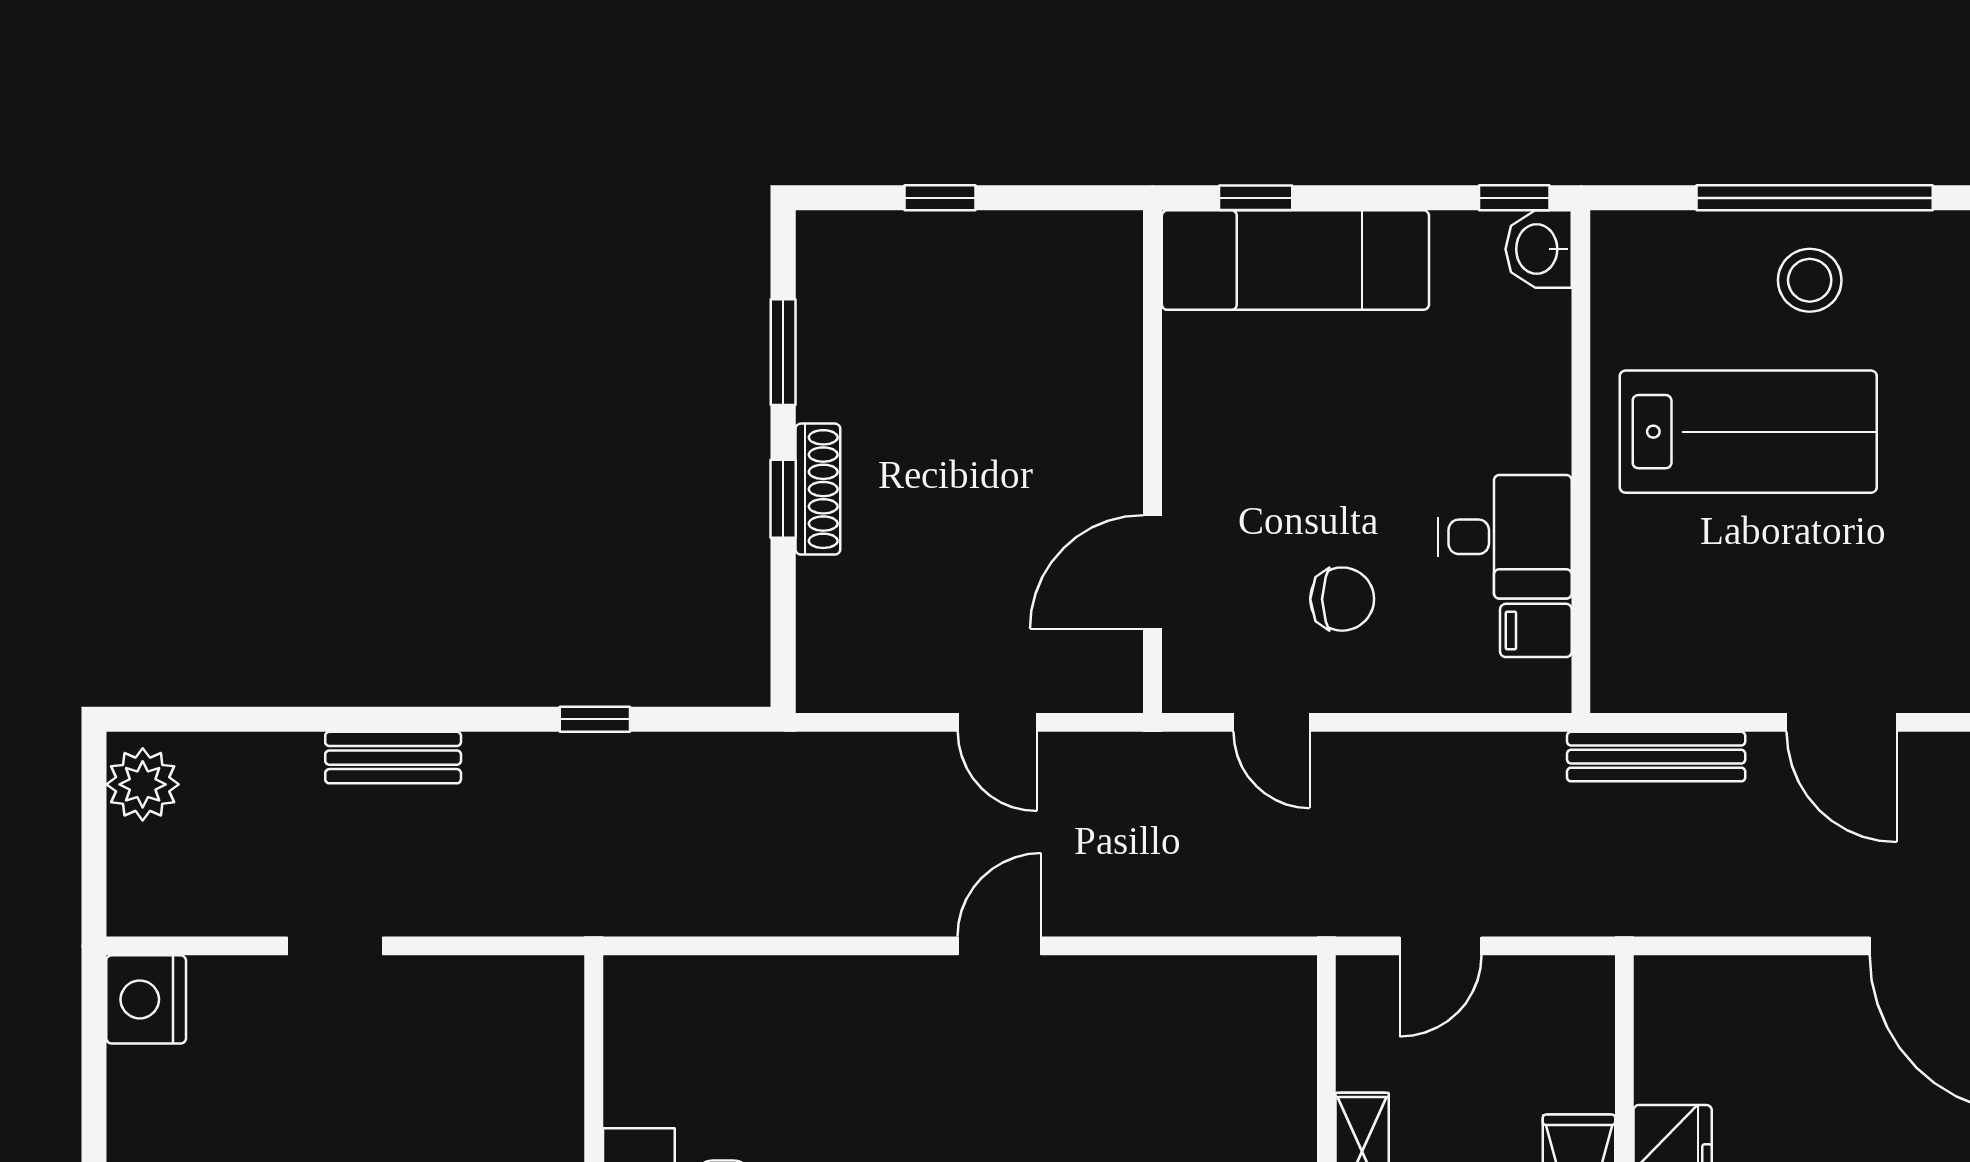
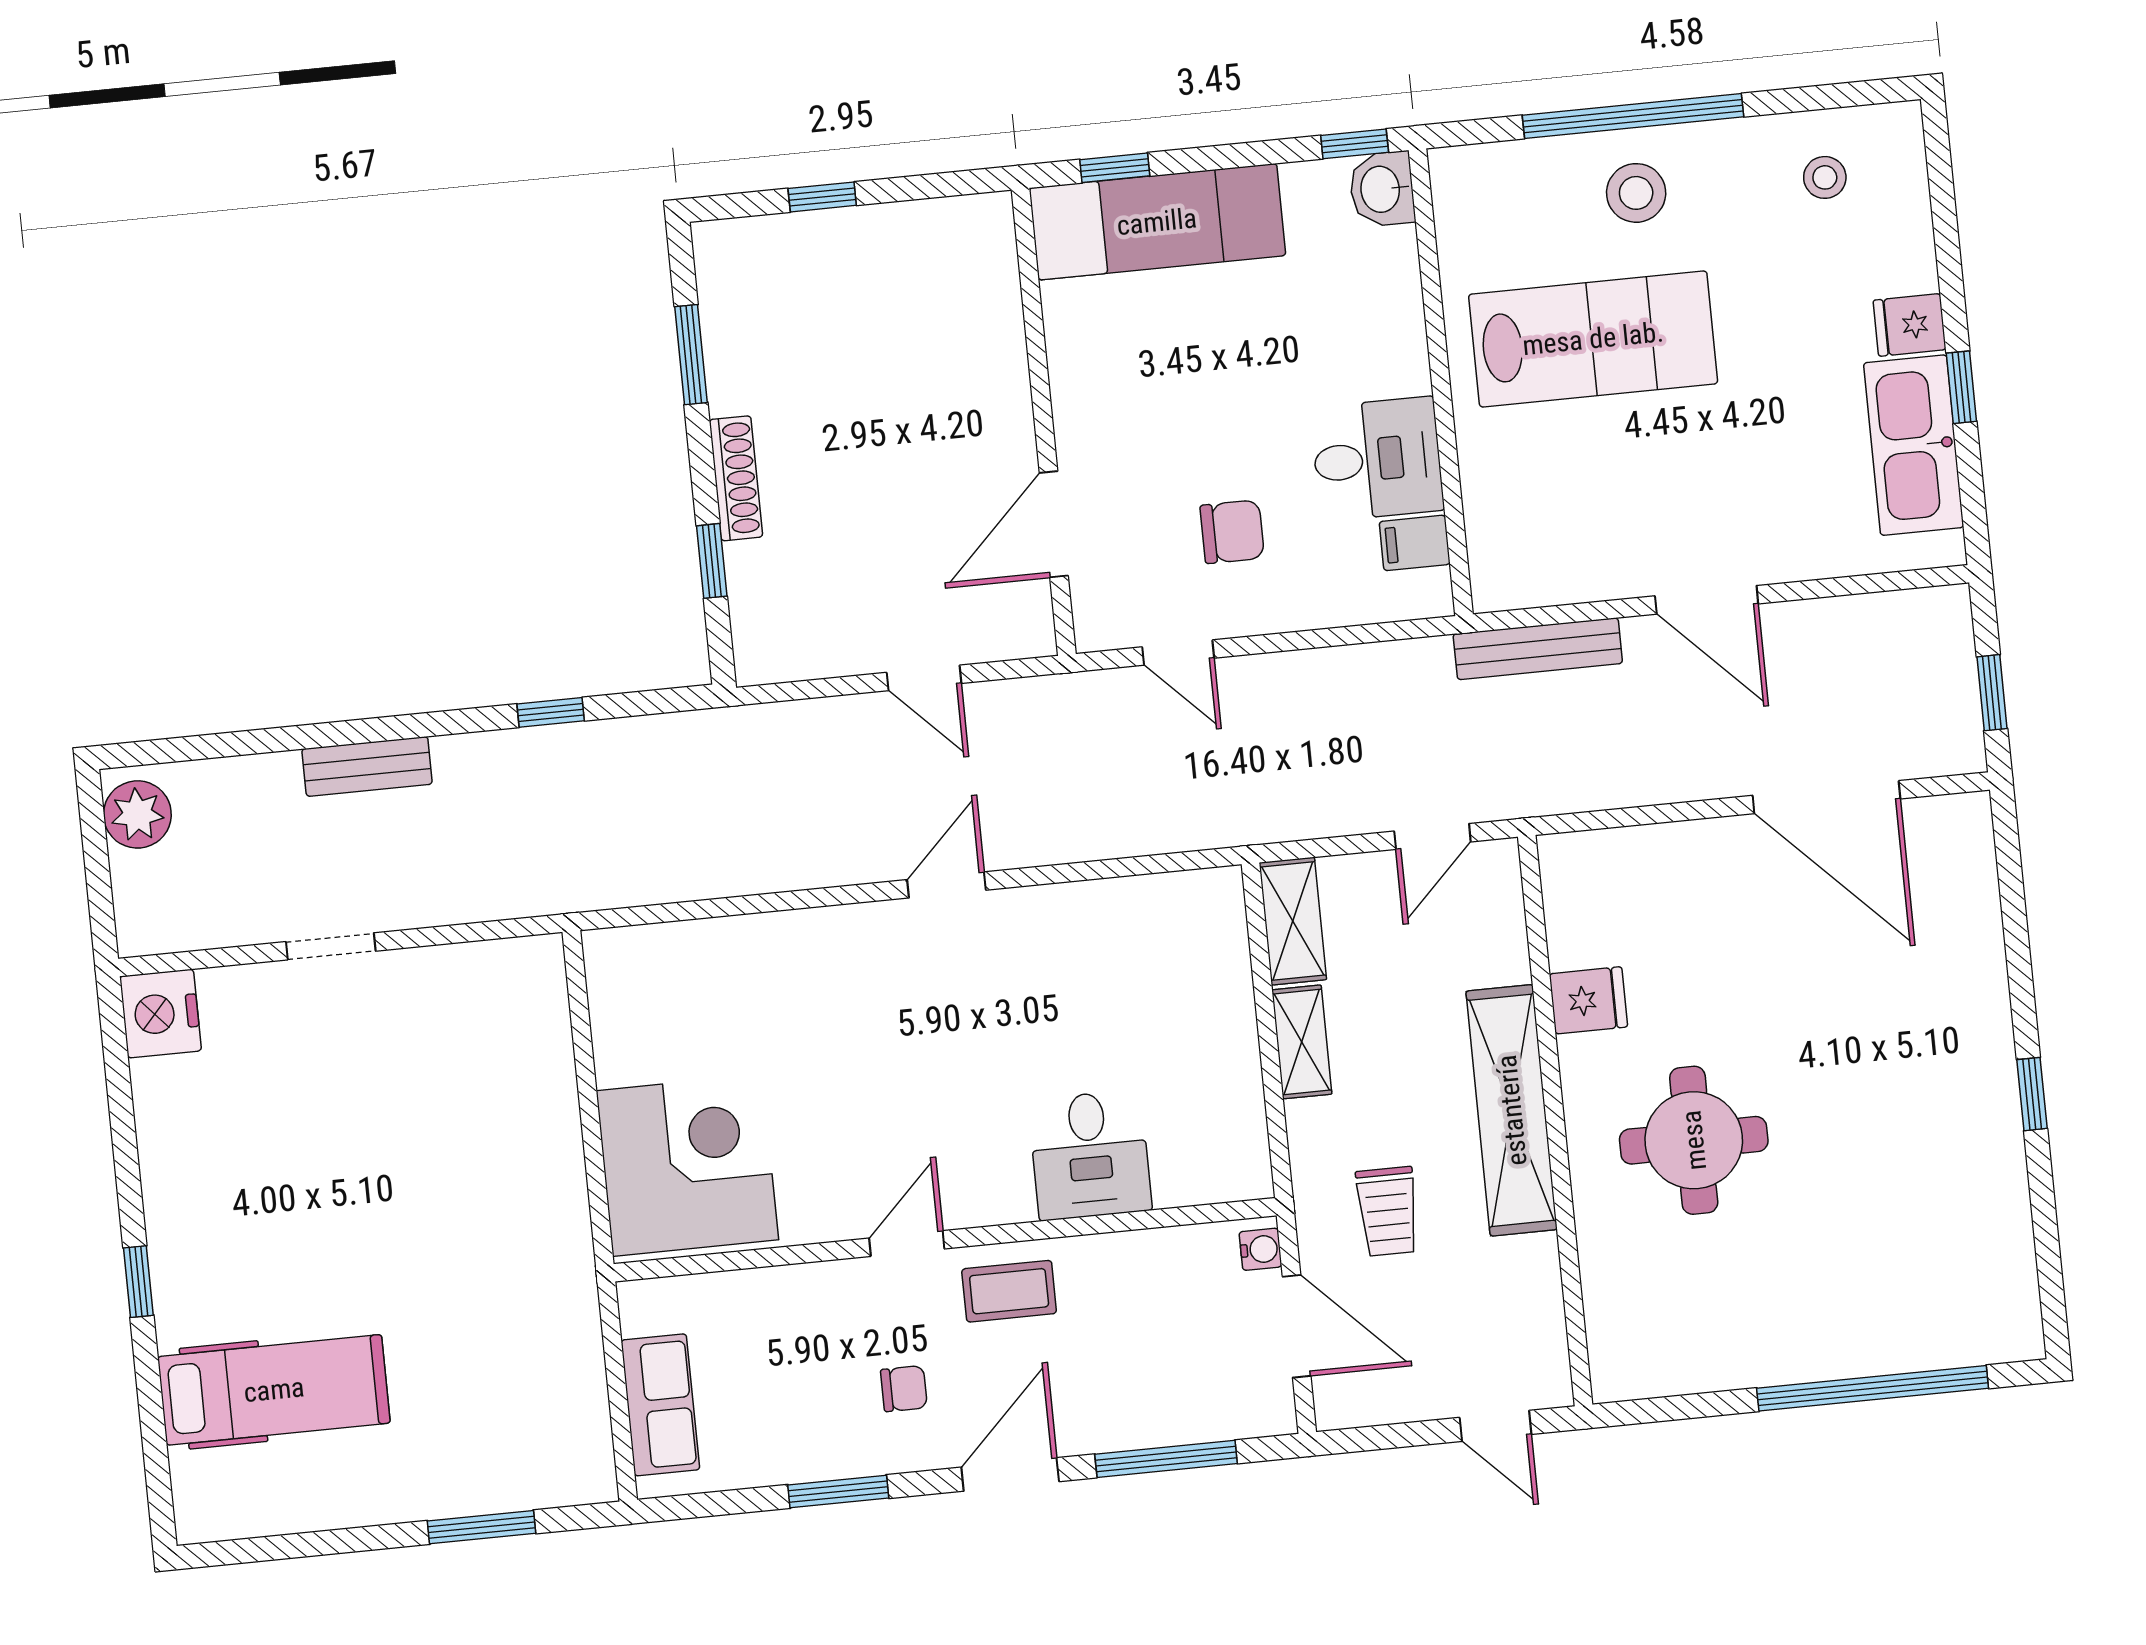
window: (783, 499) -> (712, 561), moved
door: (1441, 946) -> (1432, 836), moved
shelving: (1365, 1021) -> (1293, 921), added

